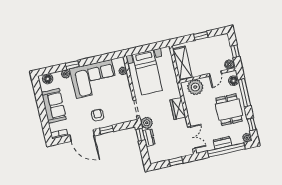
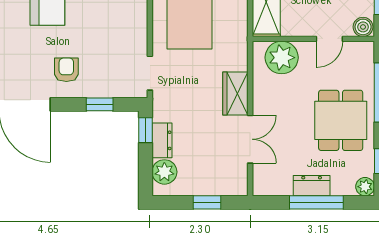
floor lamp: (234, 81) -> (364, 62), removed
plant: (147, 123) -> (164, 172), moved
window: (107, 130) -> (100, 104), moved
double door: (192, 138) -> (250, 139), moved
window: (226, 150) -> (316, 202), width x0.68

